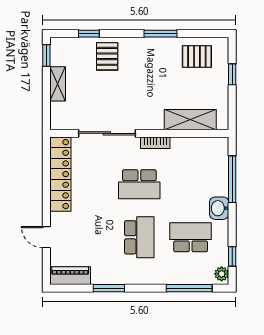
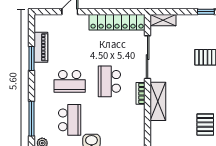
shelving: (58, 84) -> (163, 20), moved
shelving: (190, 120) -> (158, 101), moved
piano: (70, 276) -> (41, 47), moved

